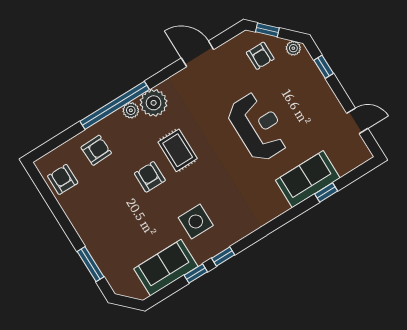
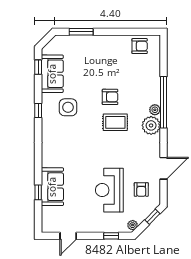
armchair: (260, 56) -> (141, 189), moved, turned -90
reception desk: (258, 127) -> (109, 190), moved, turned 90
armchair: (96, 150) -> (144, 76), removed
window: (196, 274) -> (38, 67), moved

